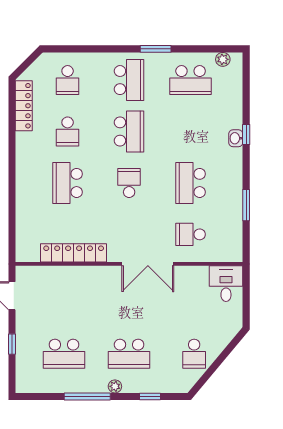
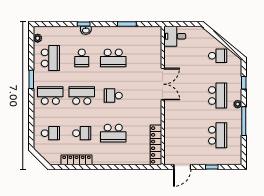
locker: (24, 106) -> (76, 160), moved
school desk: (191, 234) -> (82, 58), moved
locker: (74, 253) -> (156, 145), moved

